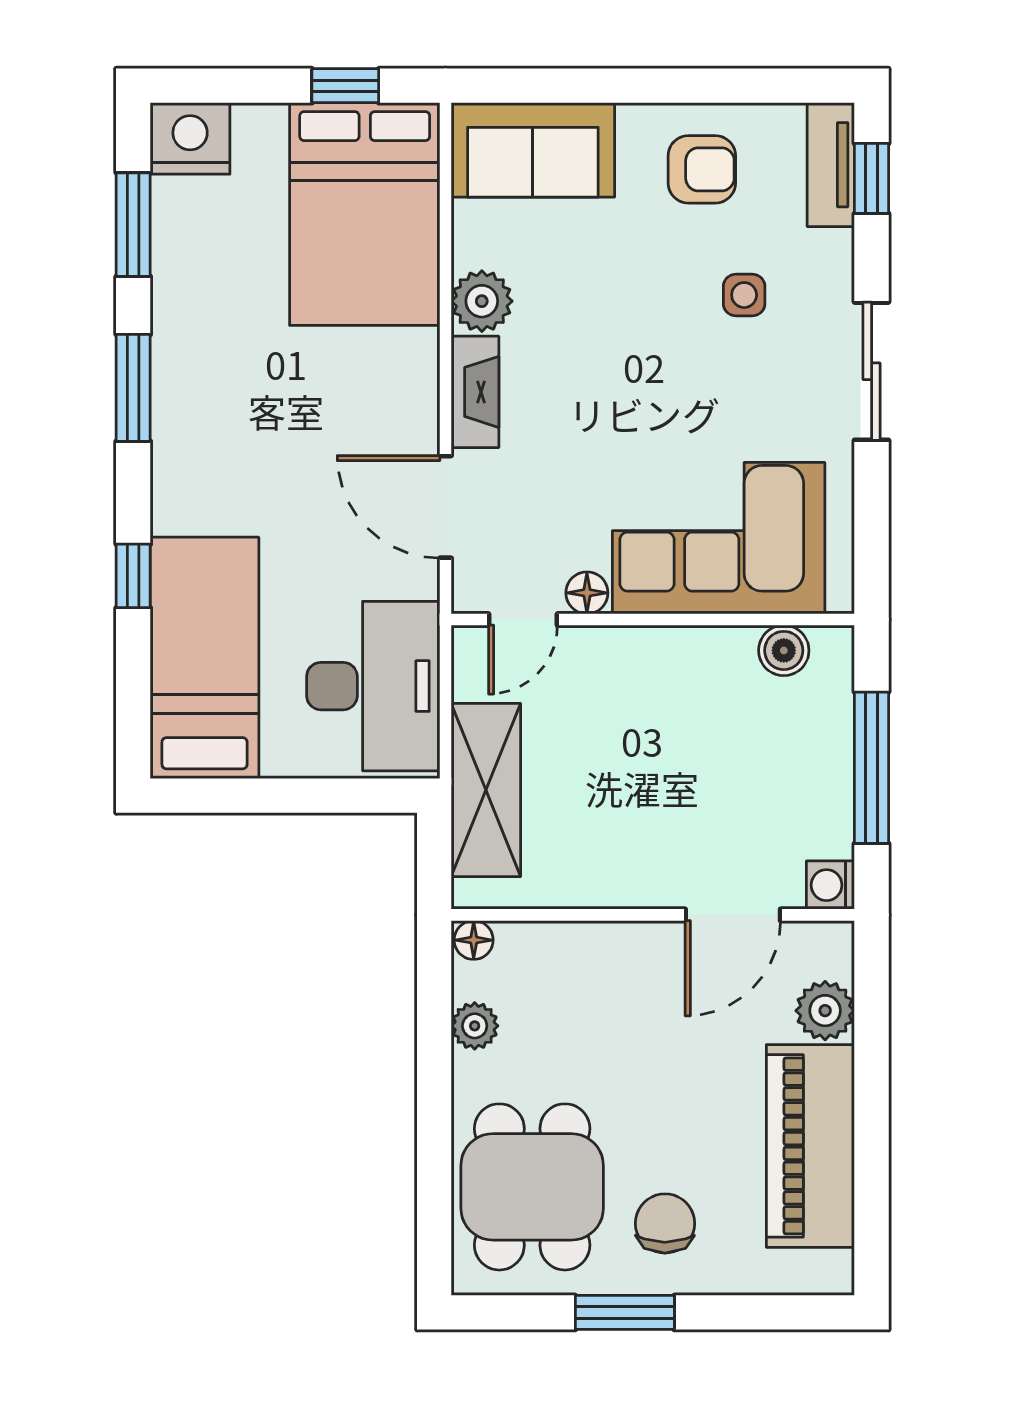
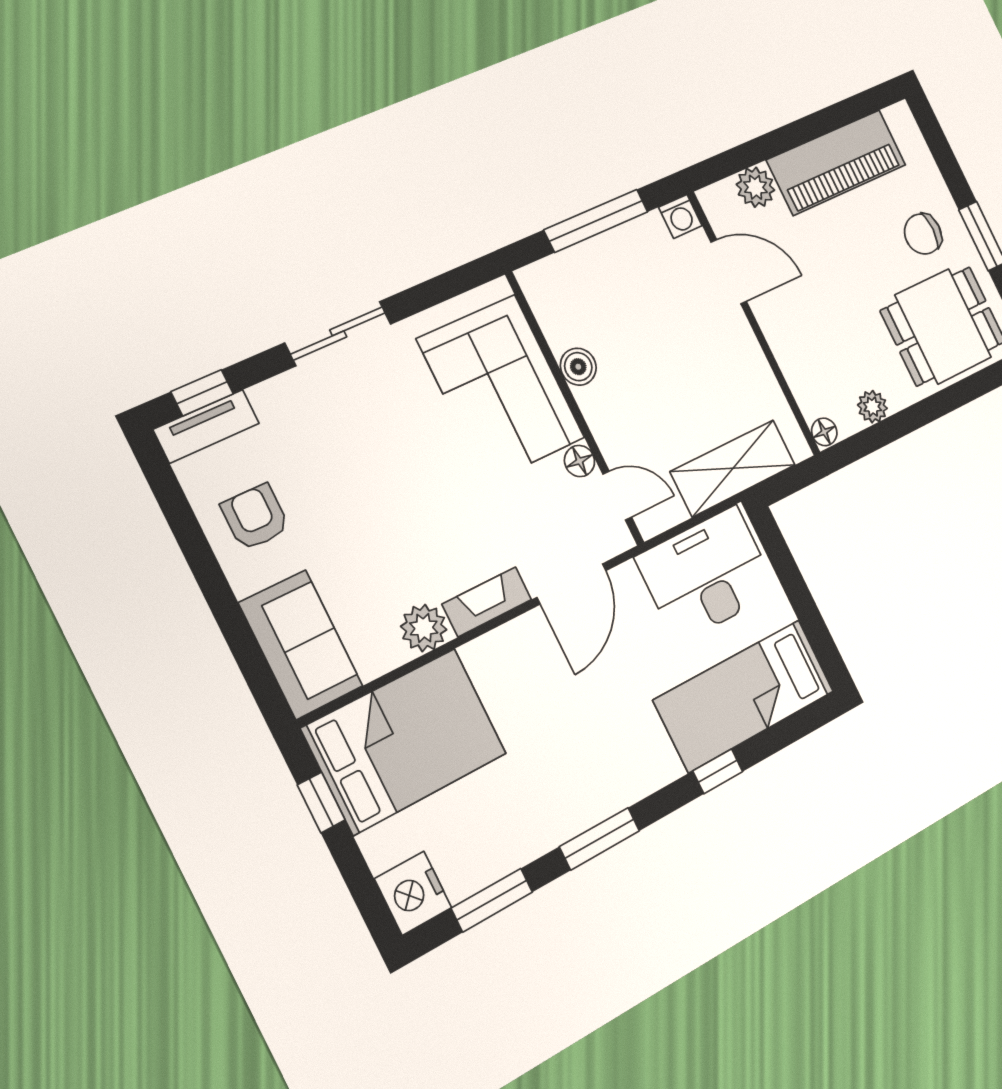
side table: (744, 295) -> (329, 446), removed
boiler: (784, 650) -> (578, 367), moved

